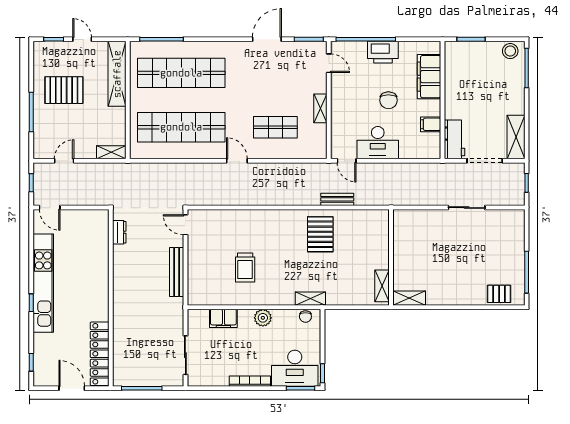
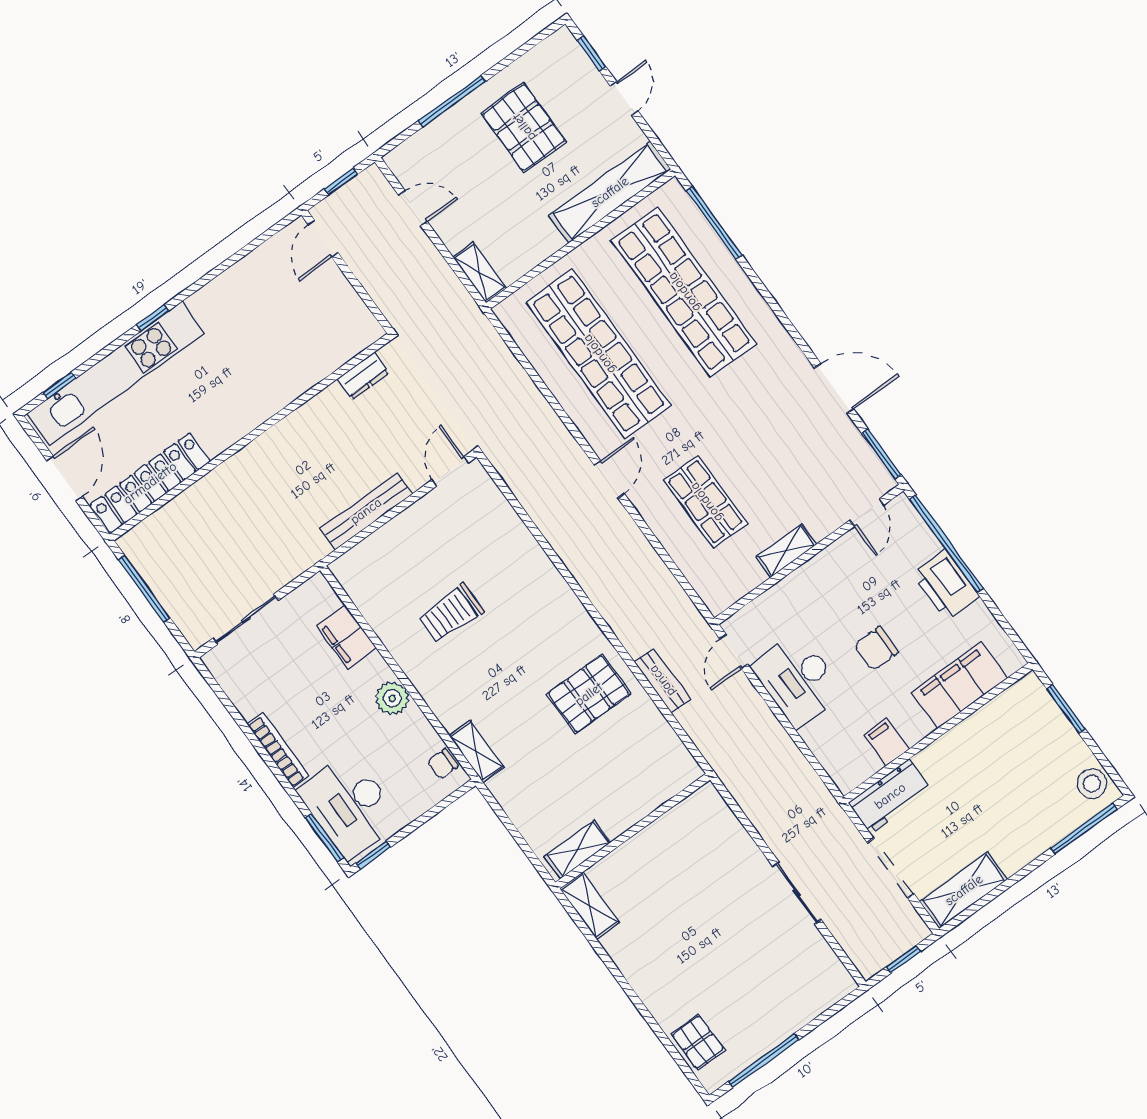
kitchen unit: (43, 283) -> (116, 373), moved

